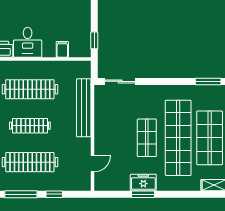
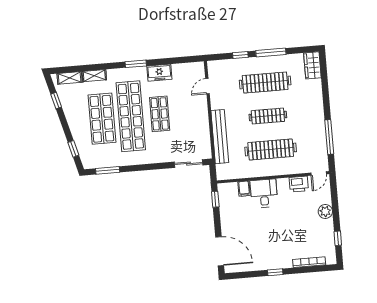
desk: (28, 42) -> (264, 193), moved
window: (143, 194) -> (136, 64), moved

